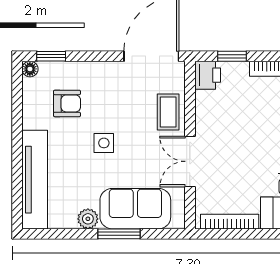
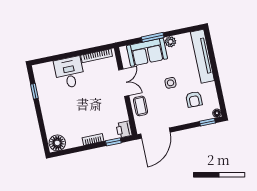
armchair: (67, 103) -> (194, 99), turned -90

